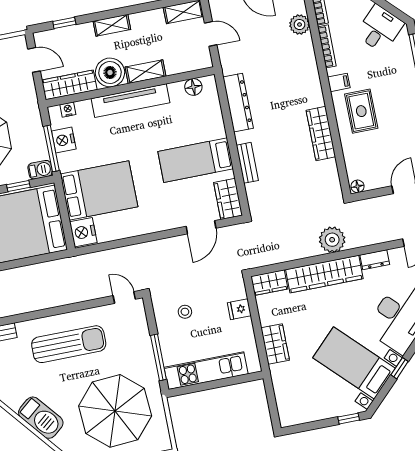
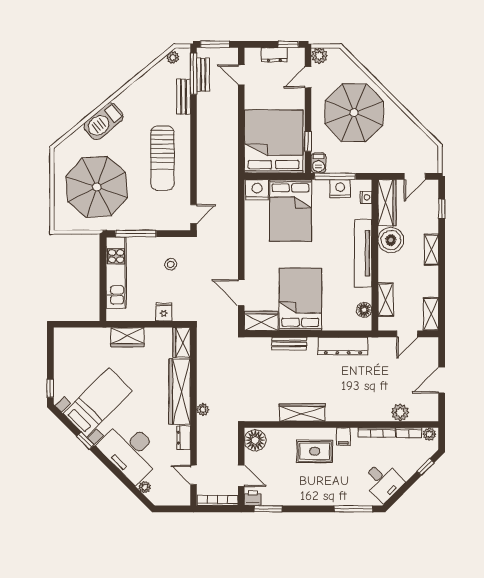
shelving: (146, 72) -> (386, 300), moved
bed: (196, 160) -> (300, 299), width x1.50
floor lamp: (357, 186) -> (255, 440), width x1.89, depth x1.89
plant: (332, 240) -> (203, 410), width x0.53, depth x0.53

